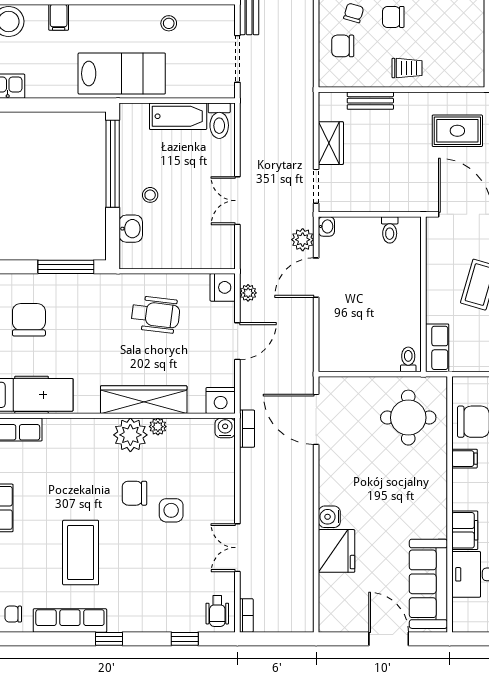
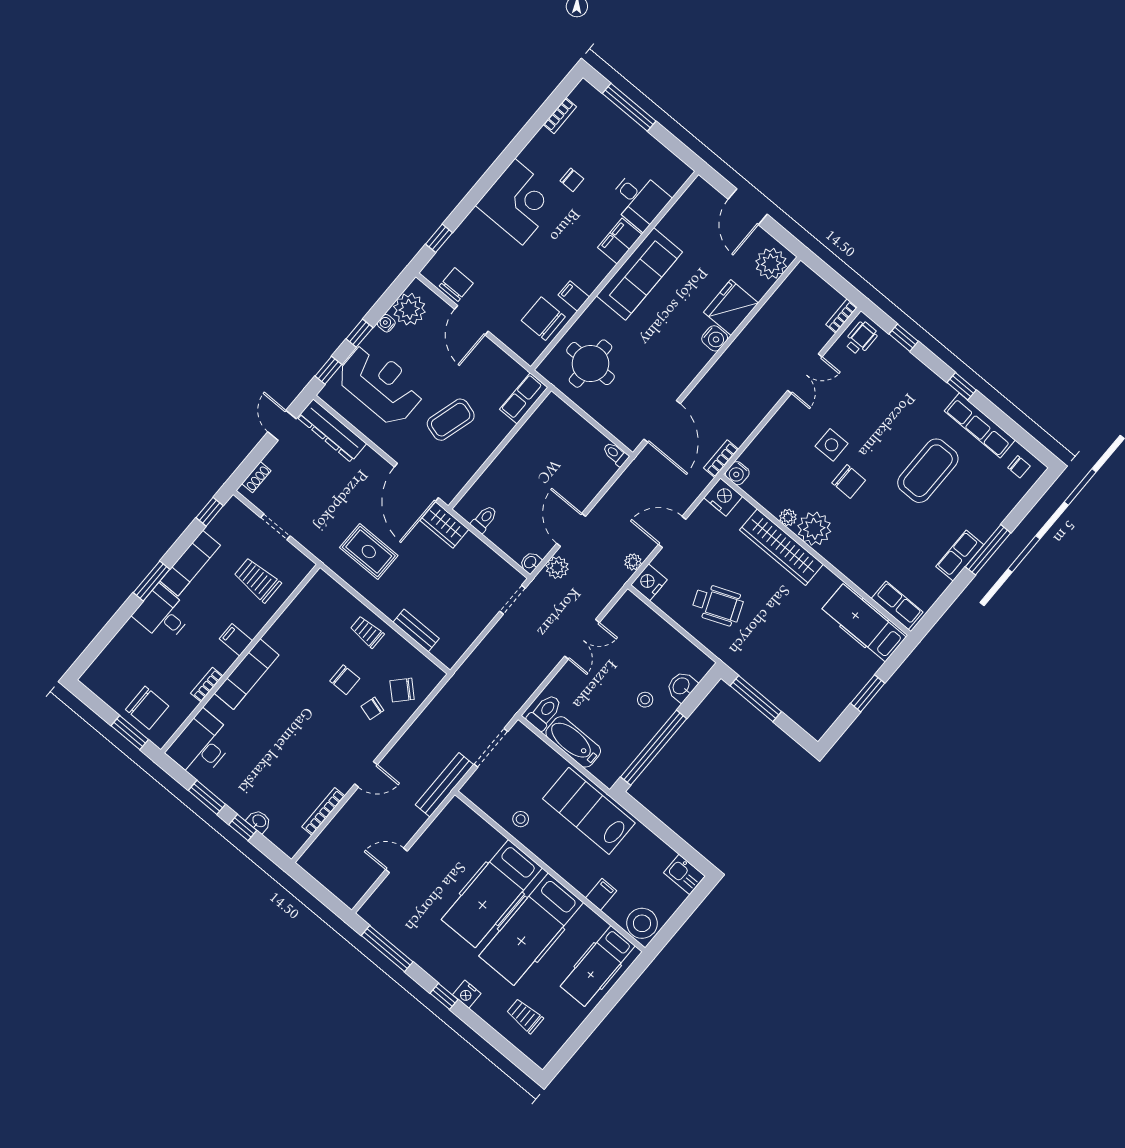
chair: (343, 46) -> (402, 690), turned 133
wardrobe: (331, 143) -> (444, 525), moved, turned -90
door: (316, 278) -> (571, 530), swing flipped
wheelchair: (156, 314) -> (718, 605), turned 151
chair: (29, 320) -> (818, 682), removed
toilet: (408, 359) -> (616, 454), moved, turned 90
sofa: (428, 584) -> (639, 274), moved
plant: (334, 610) -> (771, 264), added

